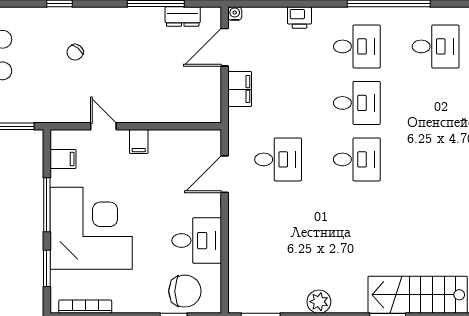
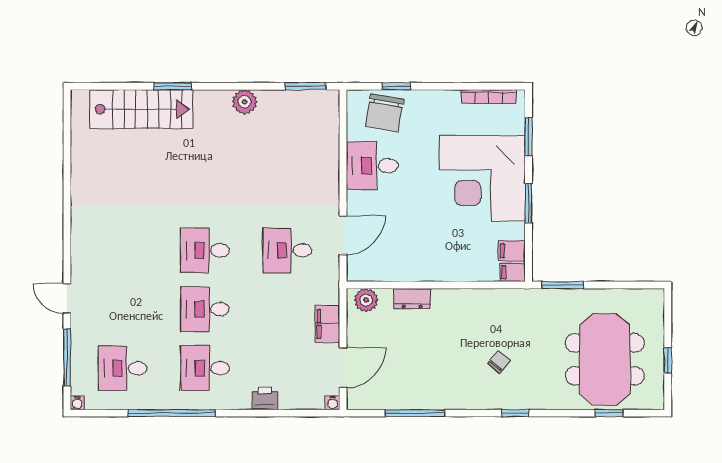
dresser: (183, 17) -> (412, 299), moved, turned 180
plant: (202, 112) -> (366, 300), added
door: (103, 126) -> (470, 285), removed
filing cabinet: (139, 142) -> (513, 272), moved, turned -90
window: (47, 205) -> (529, 203), width x0.69
chair: (185, 291) -> (385, 113), turned -80

